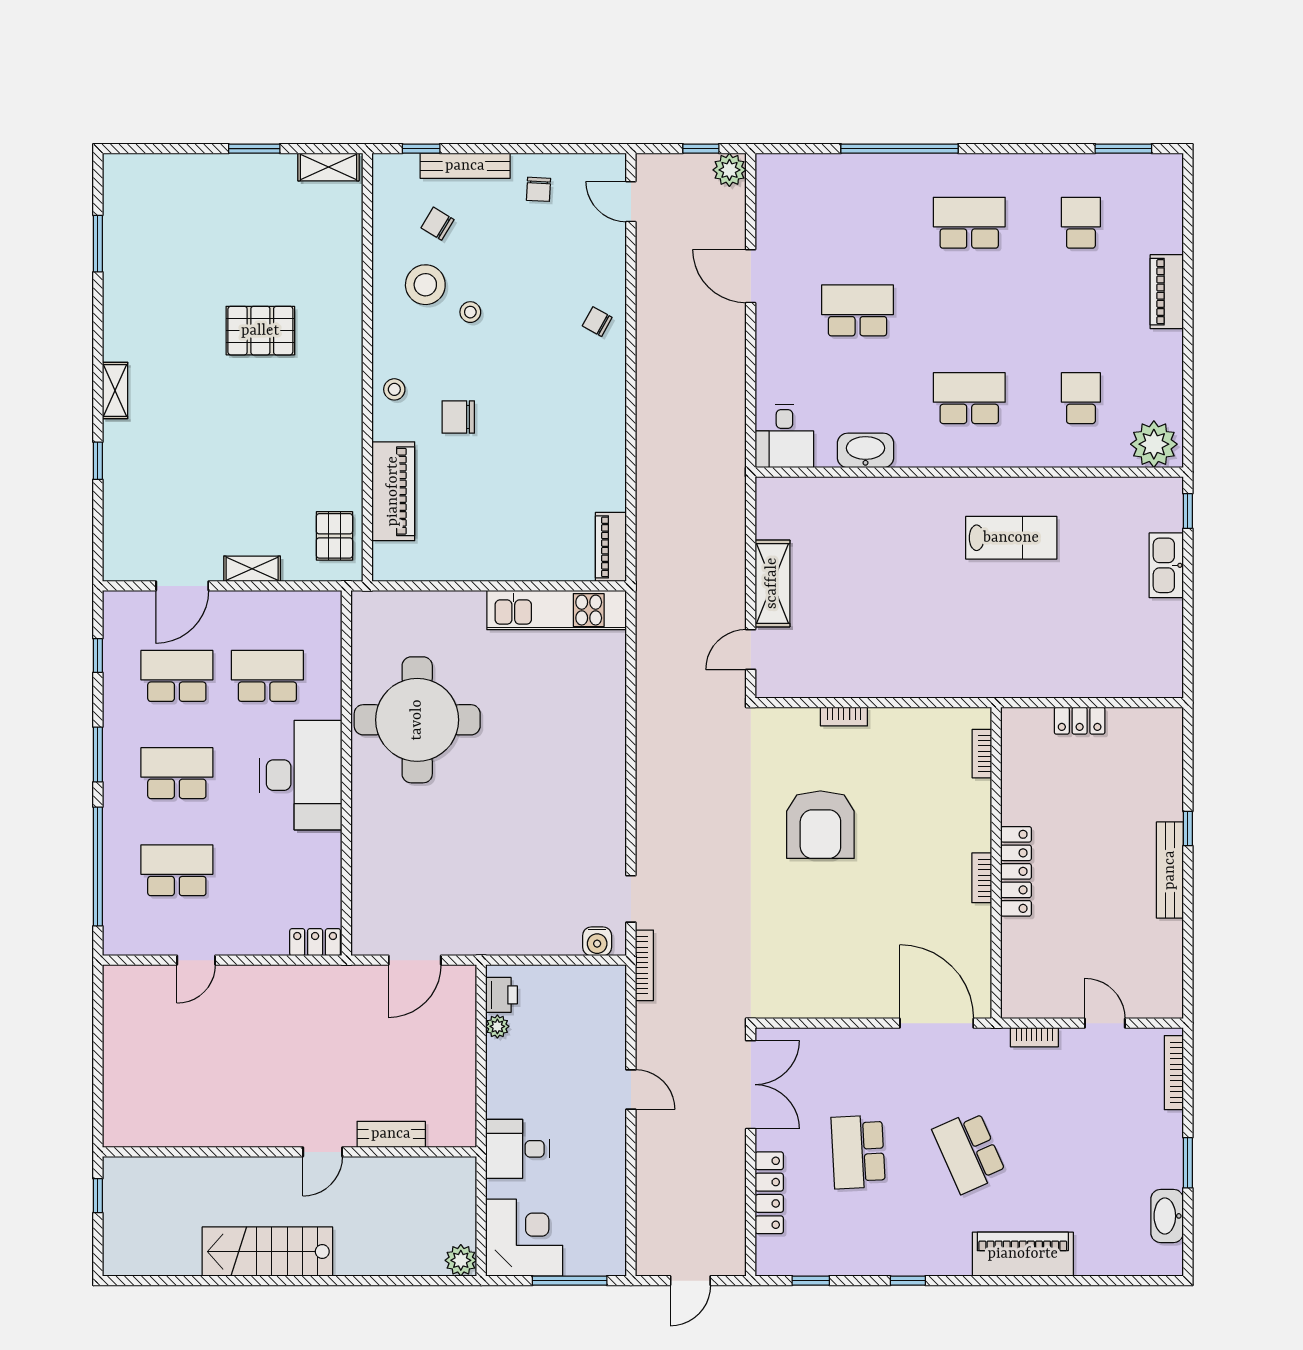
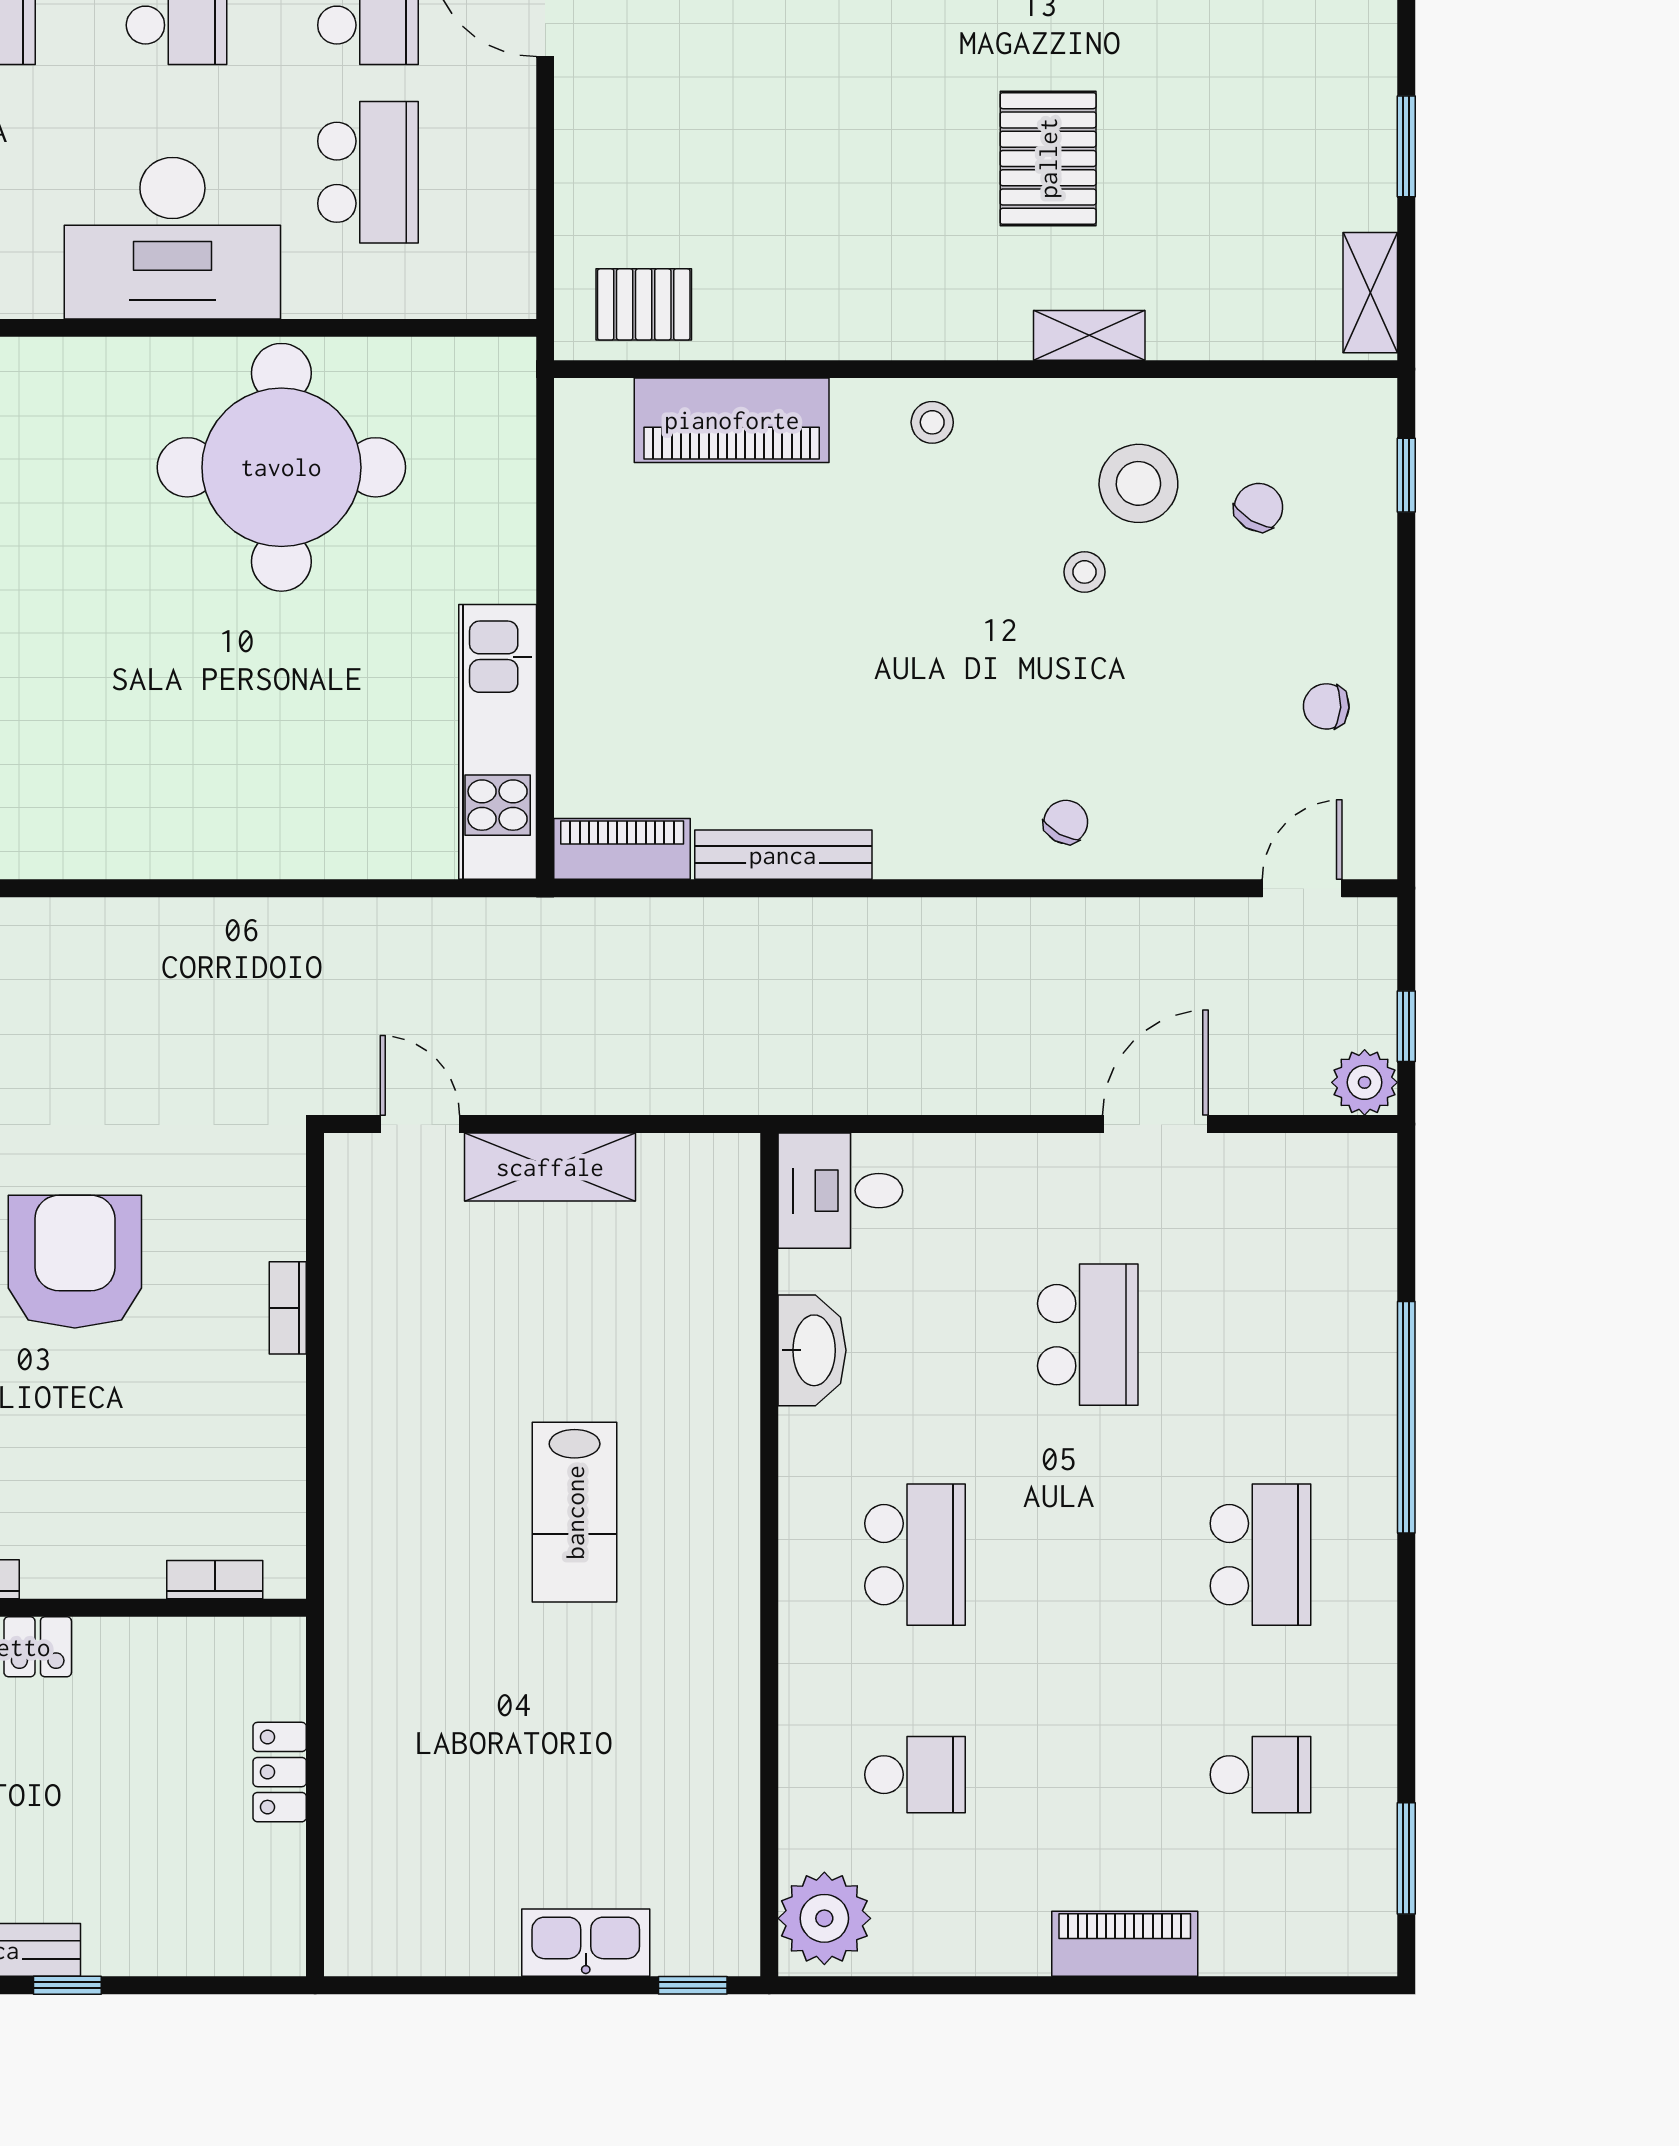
bench: (465, 166) -> (783, 855), moved, turned 90
chair: (458, 417) -> (878, 548), removed
lab bench: (1011, 538) -> (575, 1512), moved
shelving: (252, 569) -> (1089, 335), moved, turned 90
armchair: (820, 825) -> (75, 1262), turned 90

